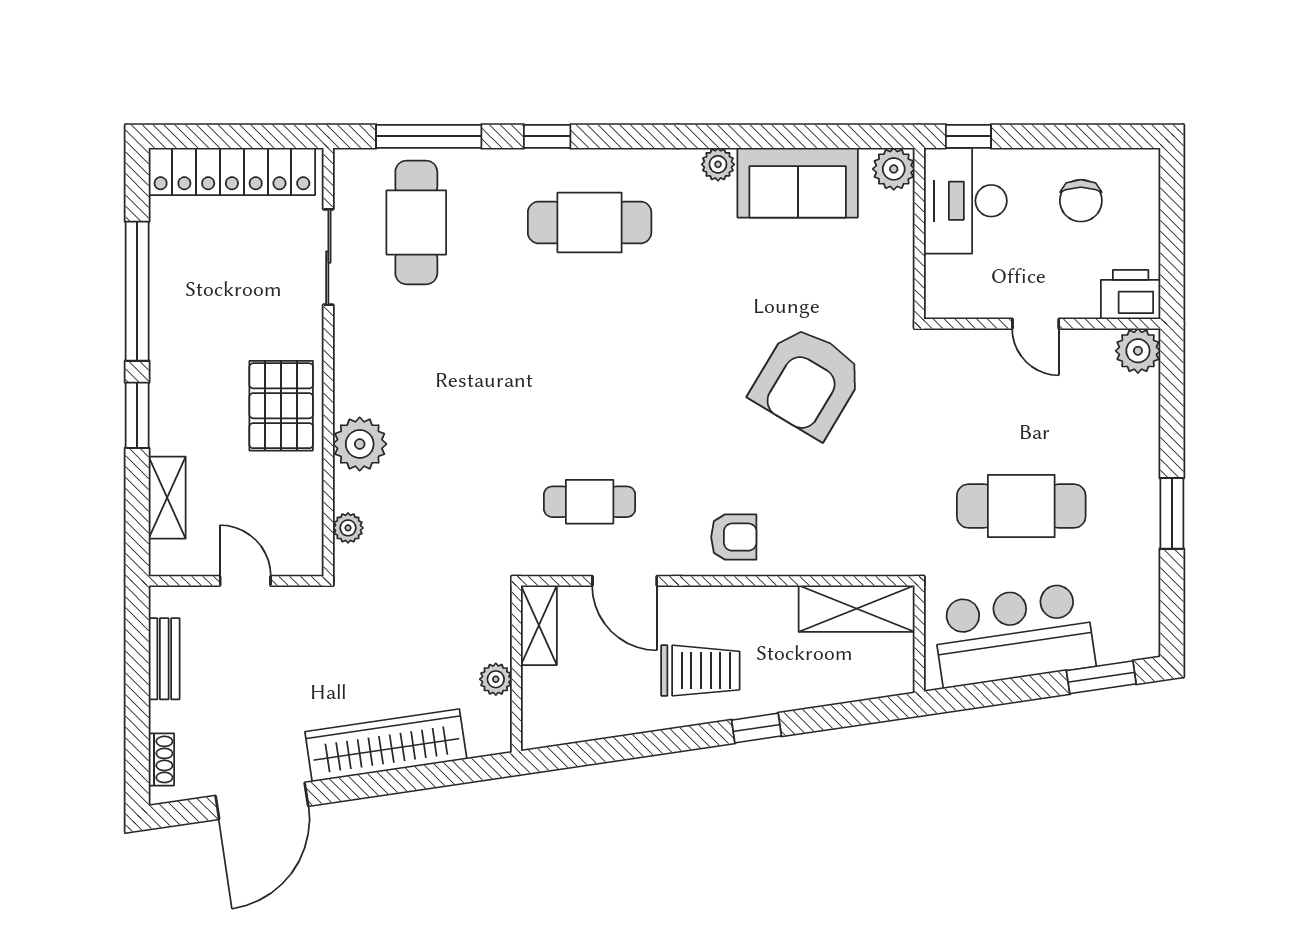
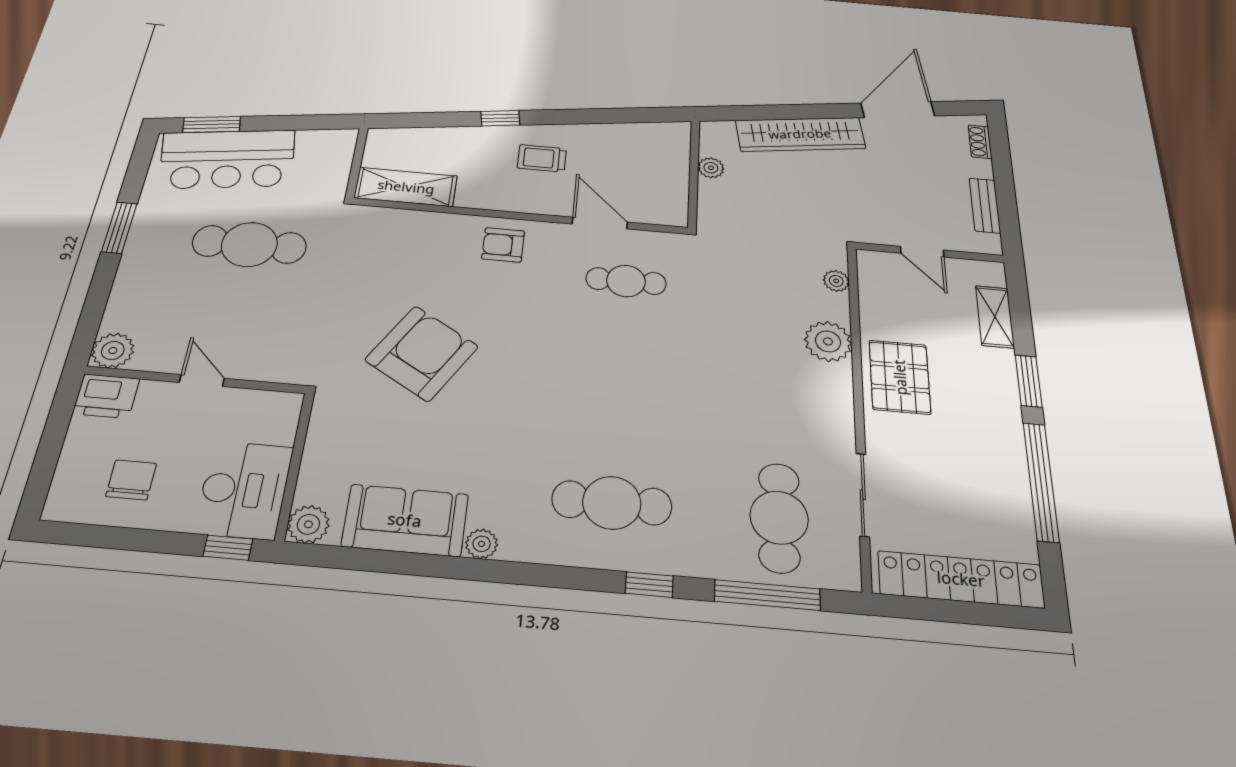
shelving: (539, 625) -> (674, 200), removed
bar counter: (1014, 635) -> (227, 159), moved
trolley: (700, 671) -> (542, 158), width x0.73, depth x0.72

